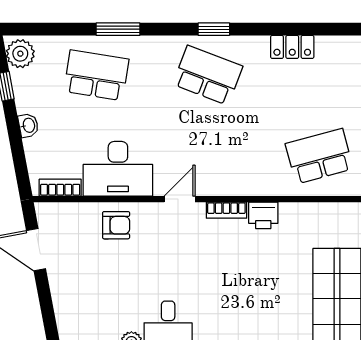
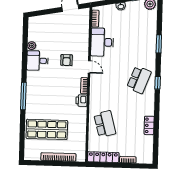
locker: (292, 47) -> (149, 125), moved
school desk: (96, 75) -> (140, 35), removed
armchair: (116, 225) -> (67, 60), moved

